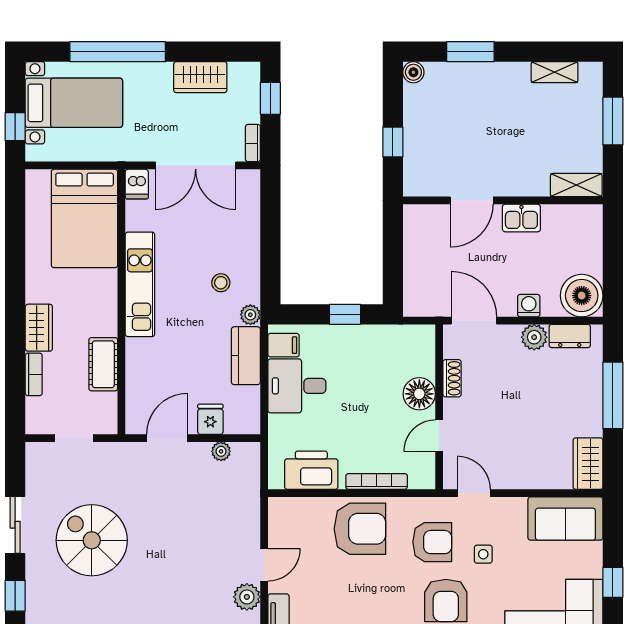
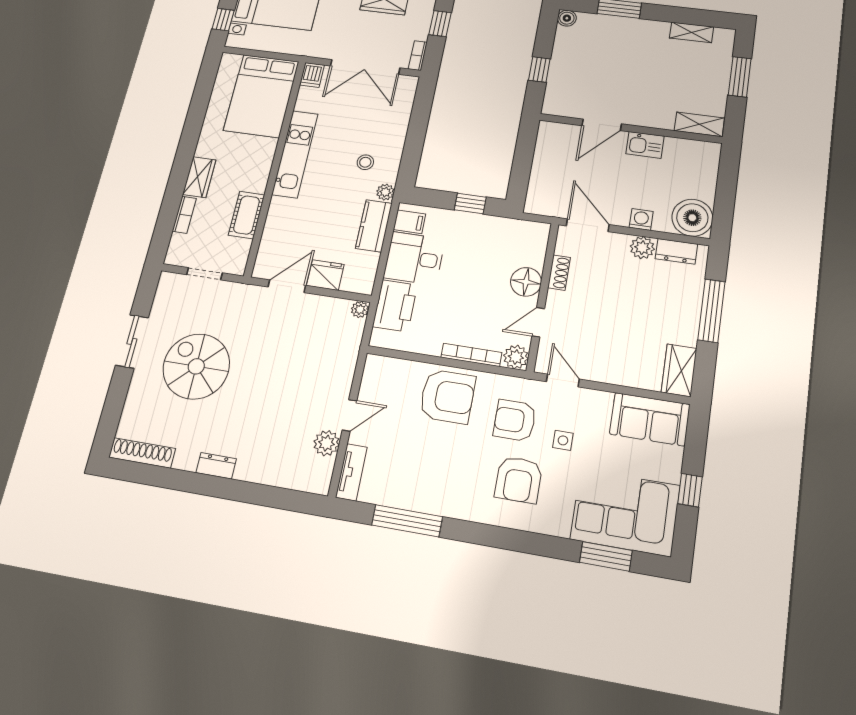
fridge: (210, 419) -> (325, 275), width x1.38
plant: (221, 451) -> (360, 309), moved
printer: (311, 470) -> (395, 306), moved, turned 90
plant: (422, 476) -> (516, 357), added
armchair: (432, 542) -> (515, 420), turned 180
window: (15, 596) -> (114, 406), removed

